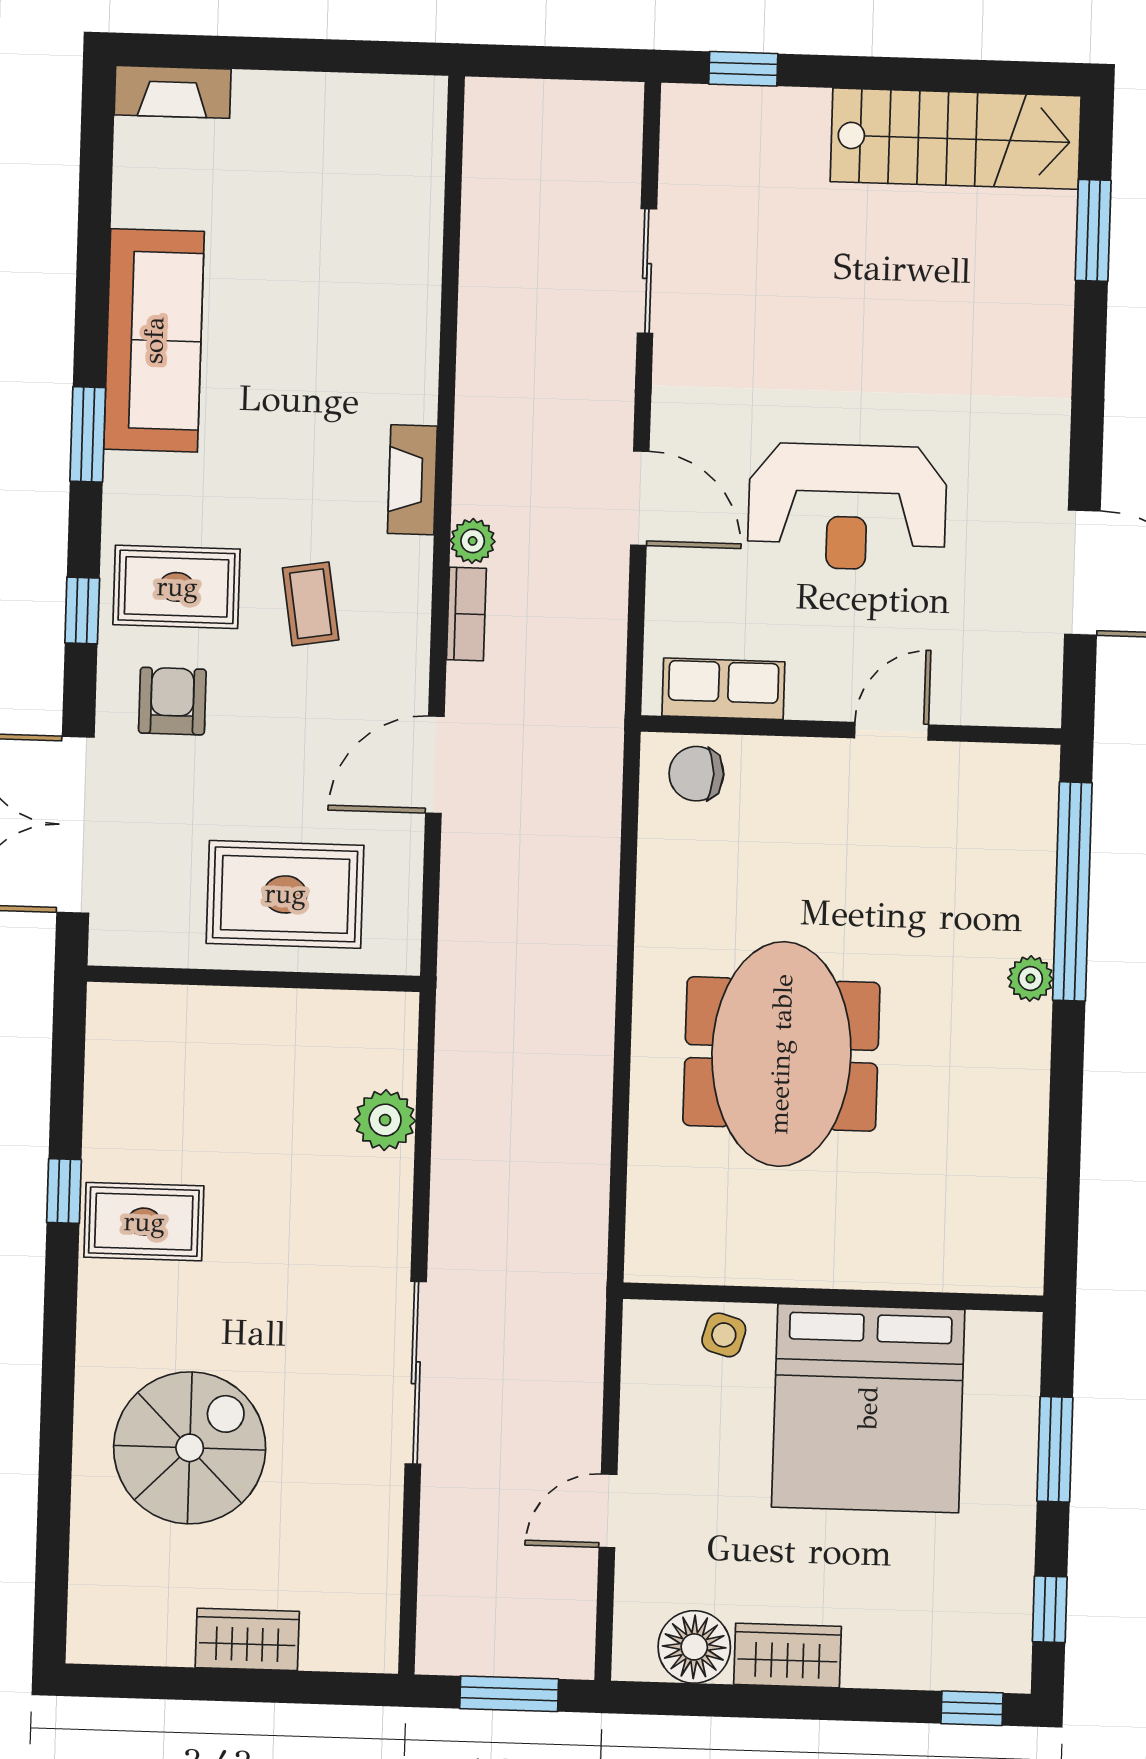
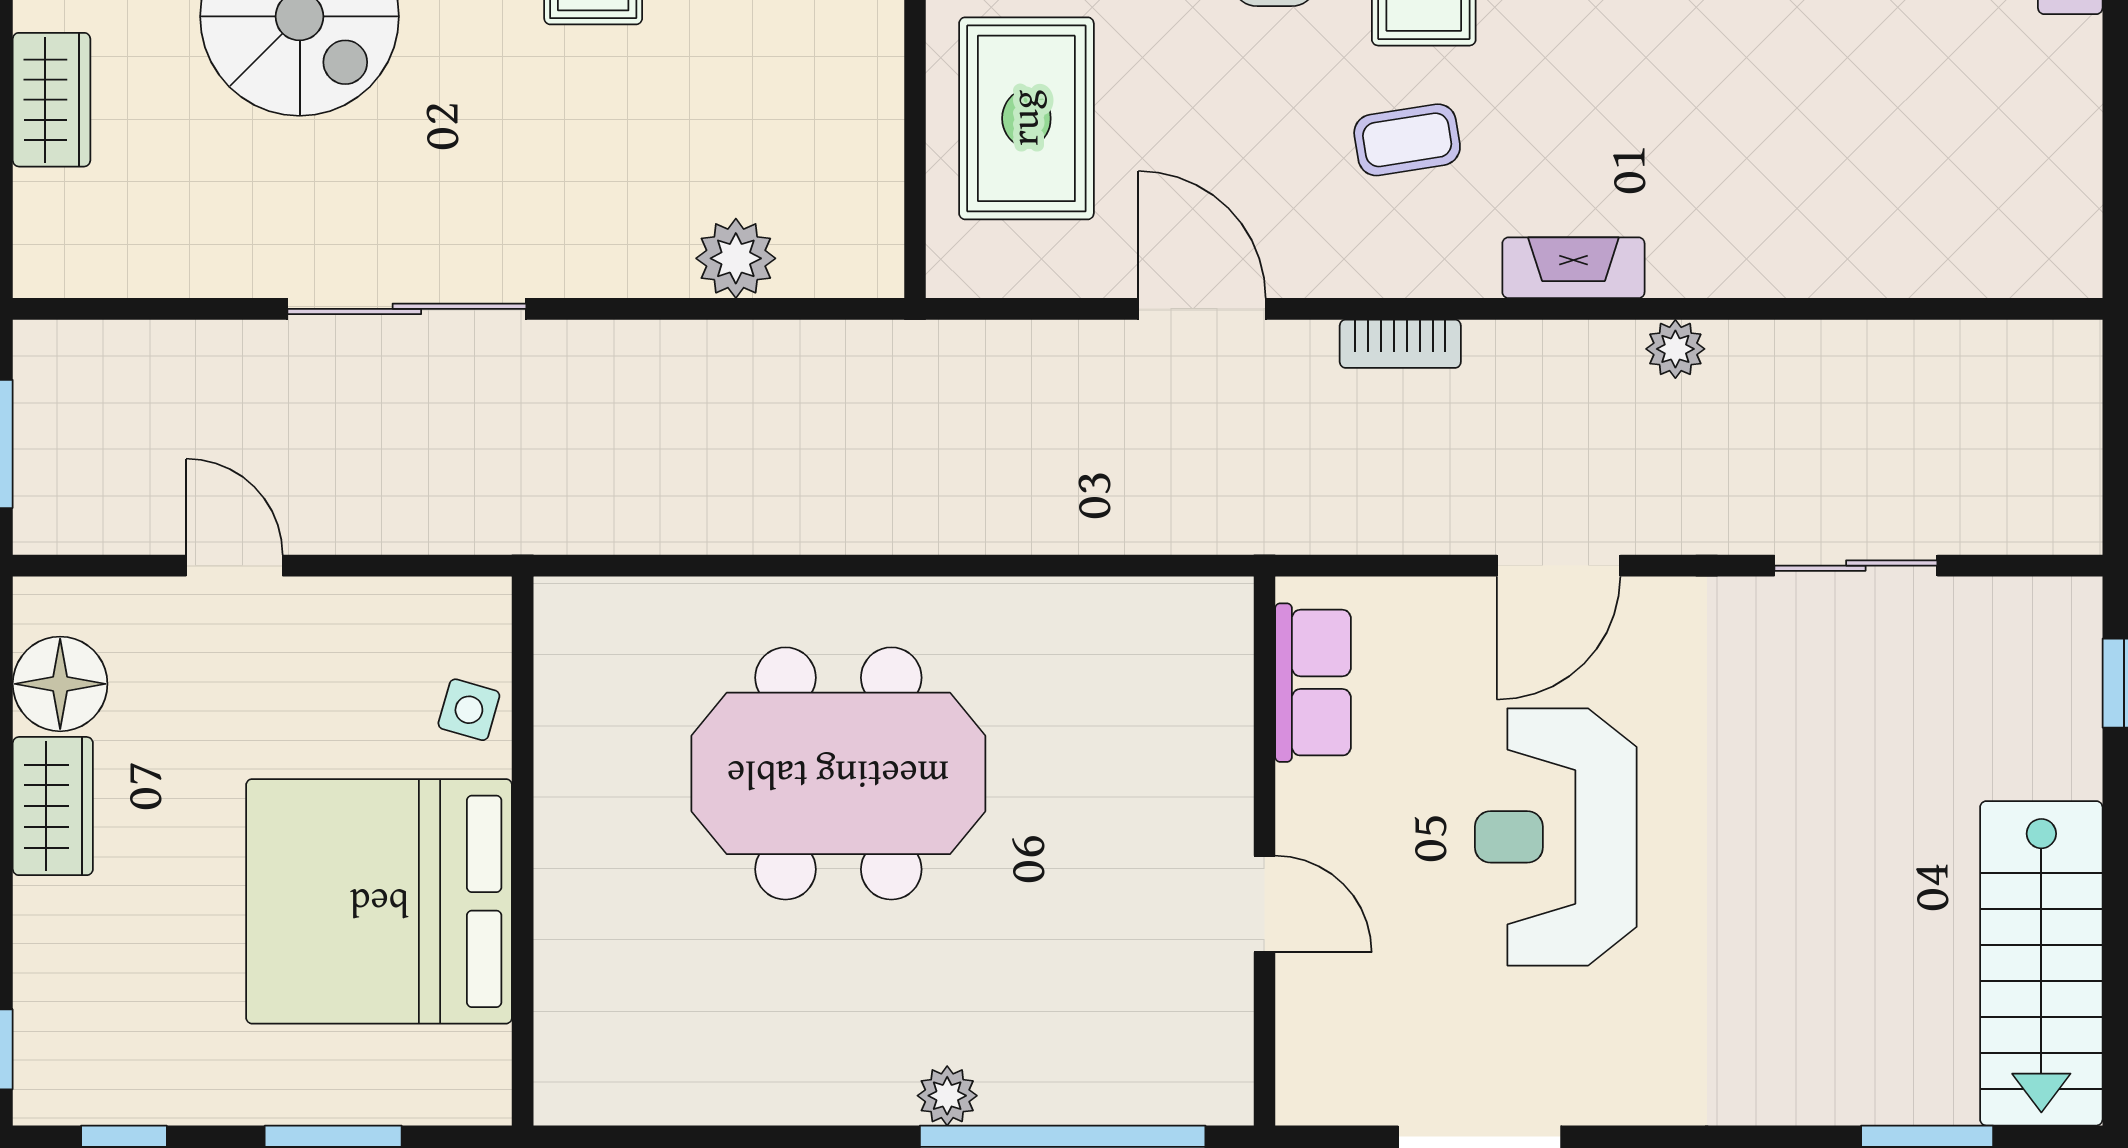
plant: (473, 541) -> (1675, 349), moved
chair: (696, 774) -> (1201, 651), removed

